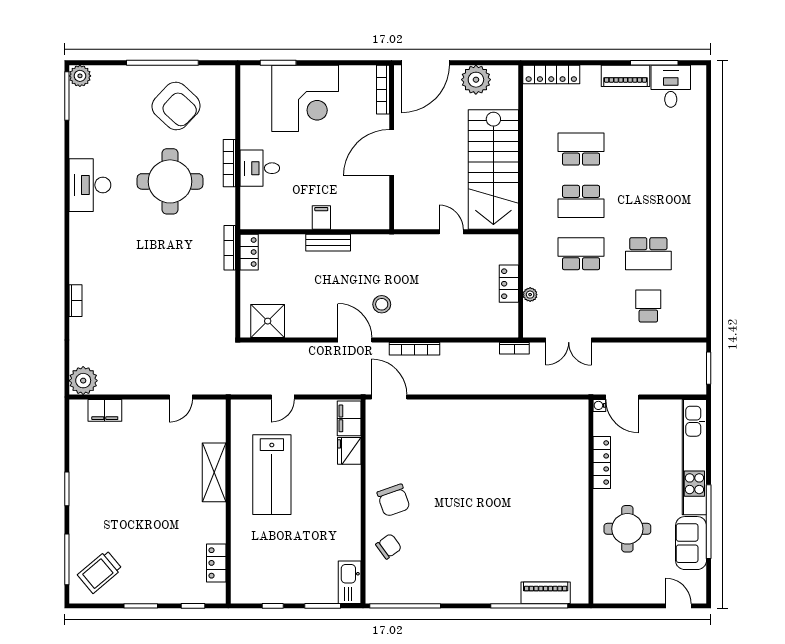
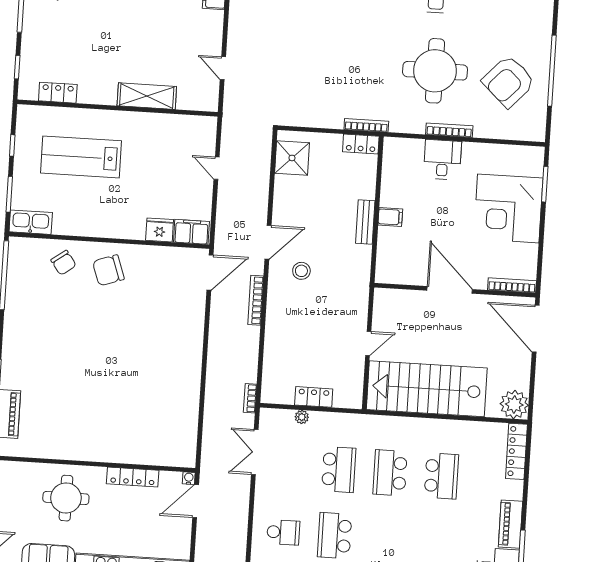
plant: (476, 80) -> (514, 404), moved
lab bench: (272, 475) -> (81, 157), moved

